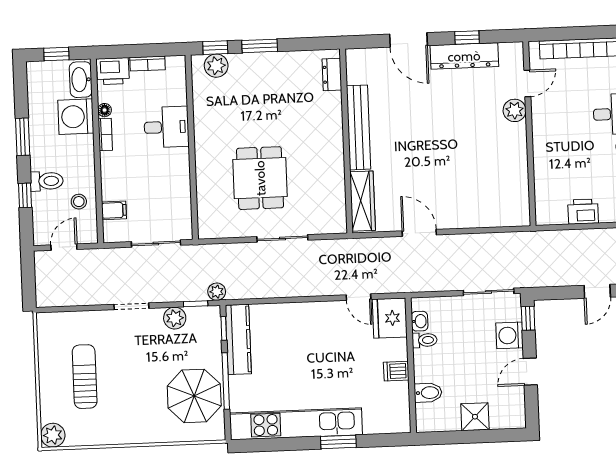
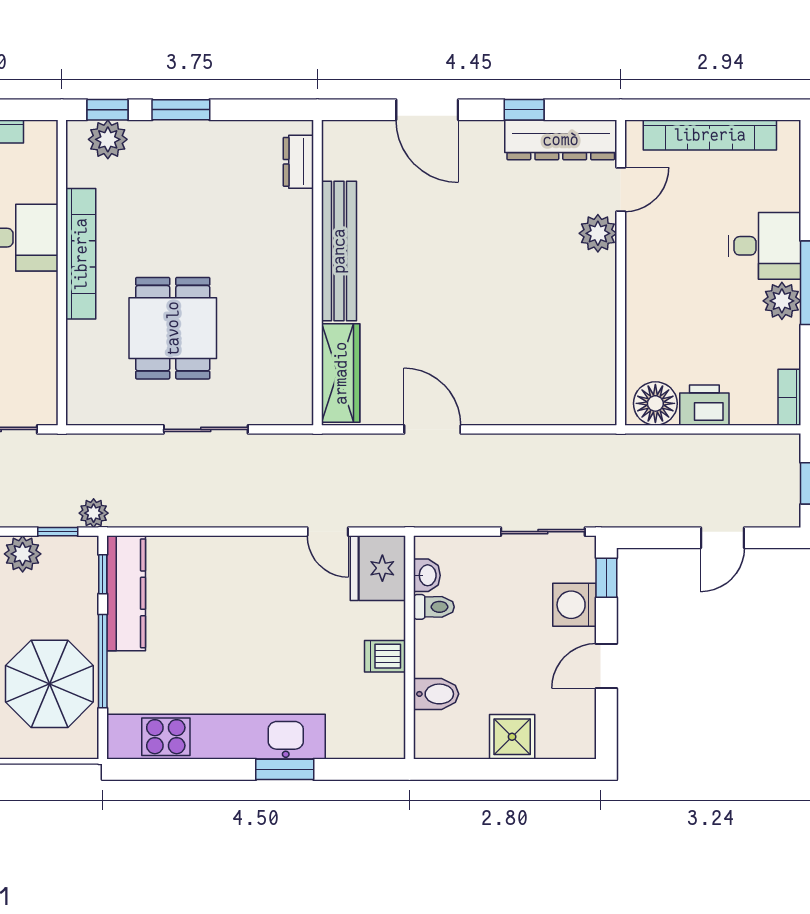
dresser: (464, 56) -> (561, 140), moved
bookcase: (203, 135) -> (81, 254), added
floor lamp: (553, 212) -> (655, 403), added

